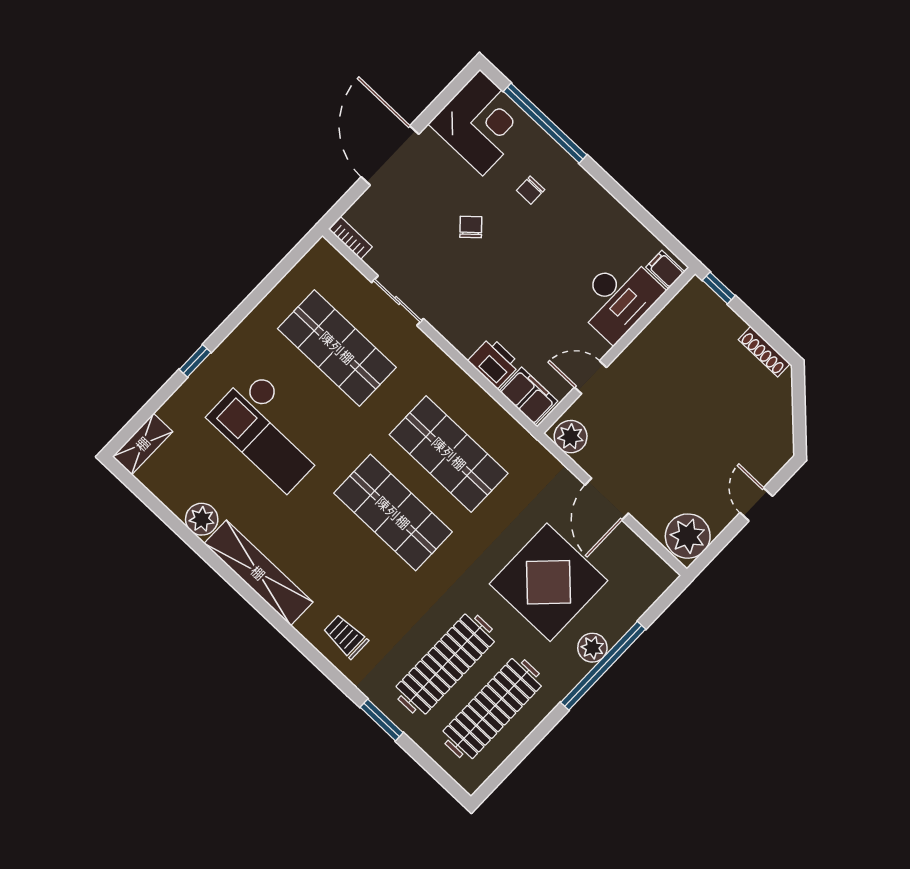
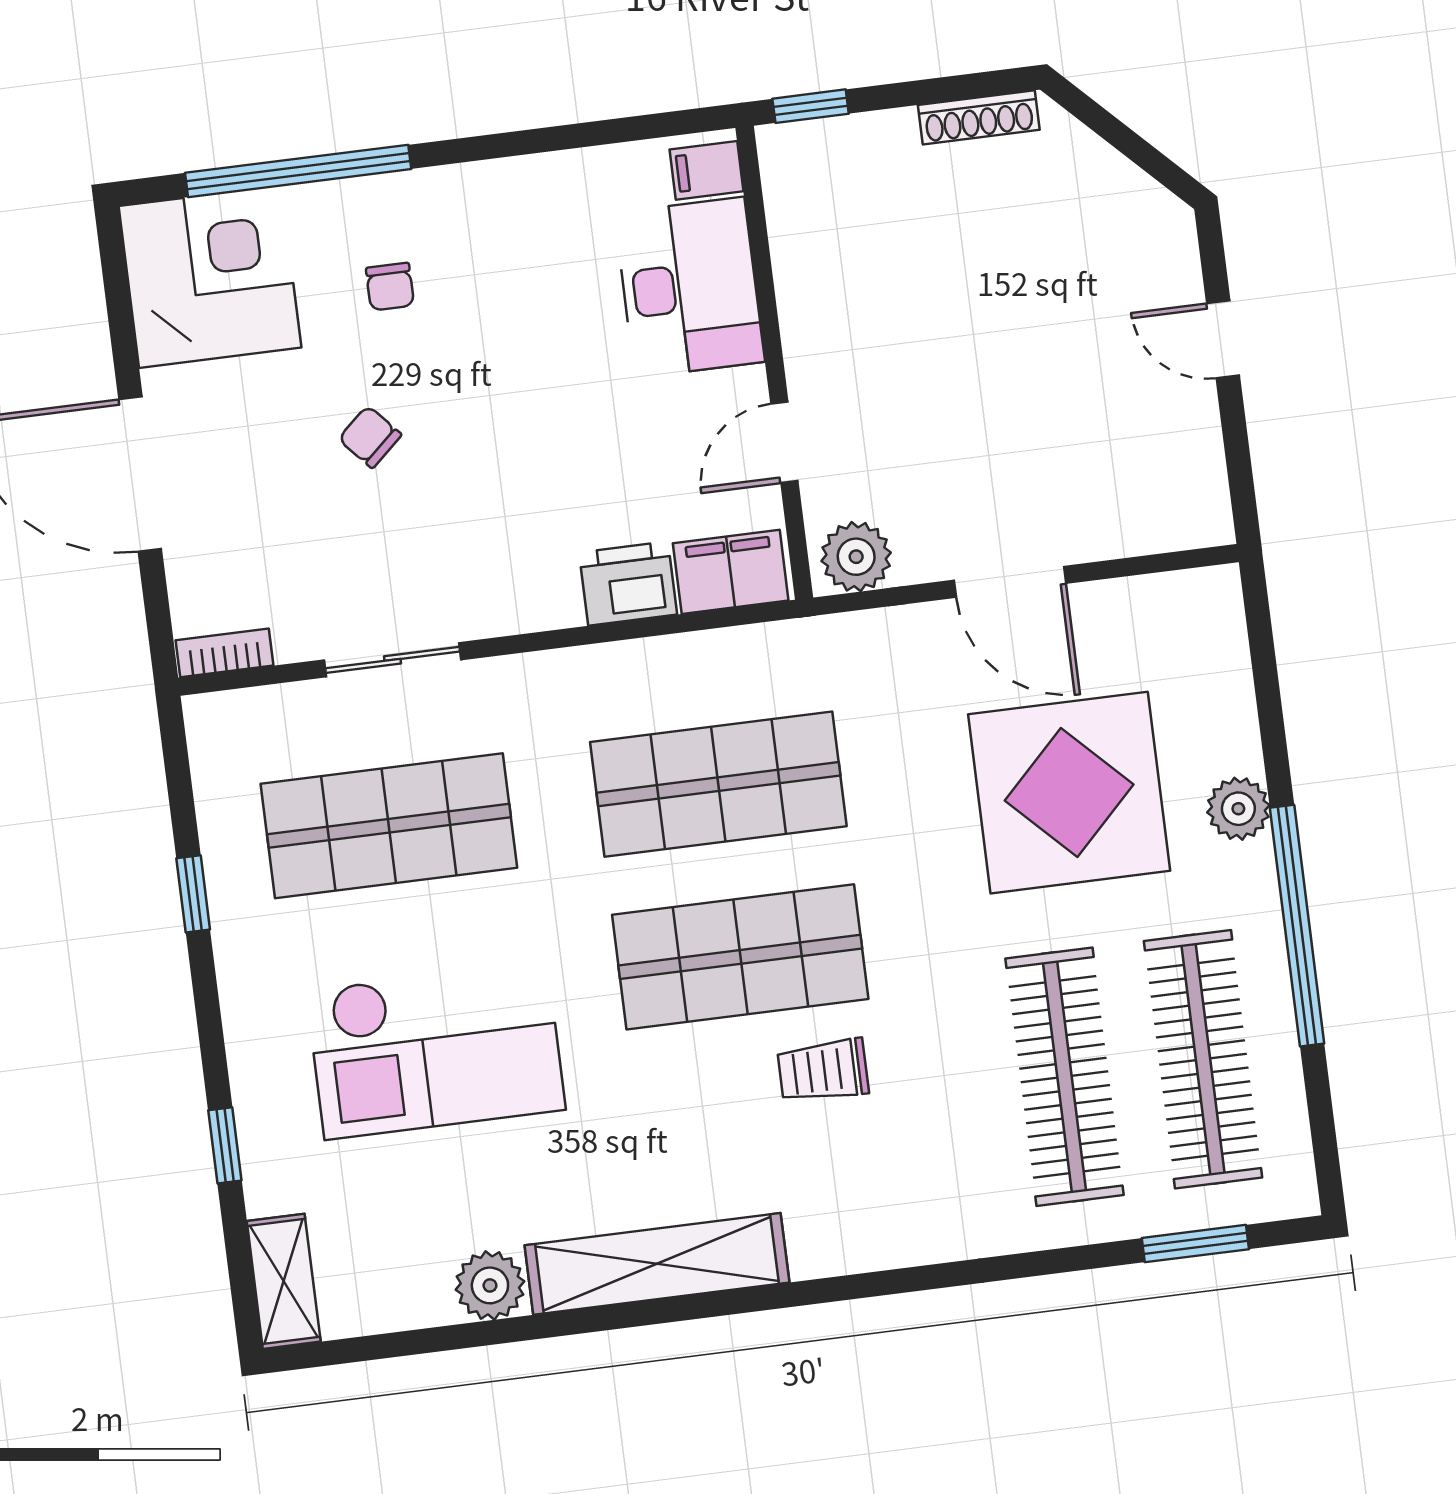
window: (255, 298) -> (193, 894), added
window: (195, 361) -> (225, 1145), moved
plant: (688, 536) -> (1182, 497), removed
trolley: (346, 637) -> (823, 1071), moved
window: (603, 666) -> (1297, 926), moved
window: (382, 720) -> (1195, 1244), moved

